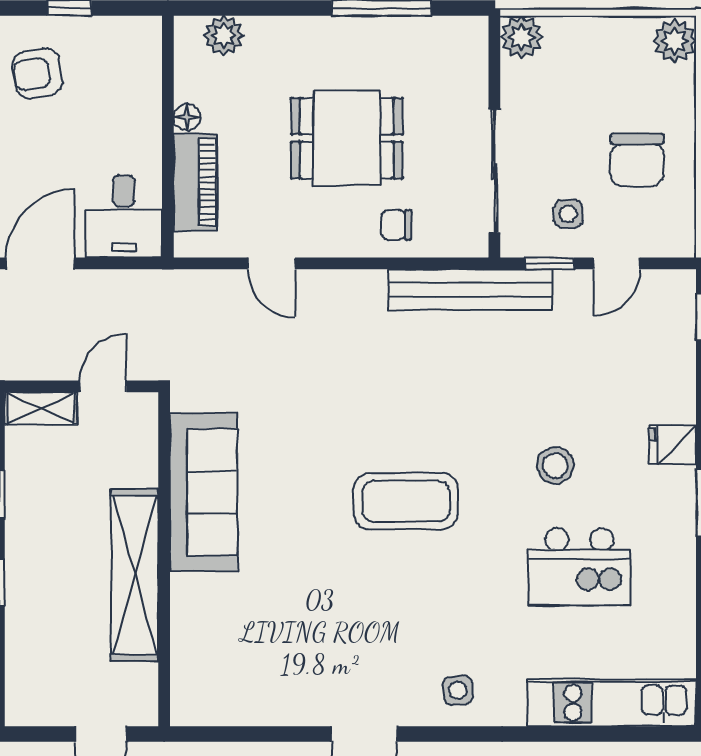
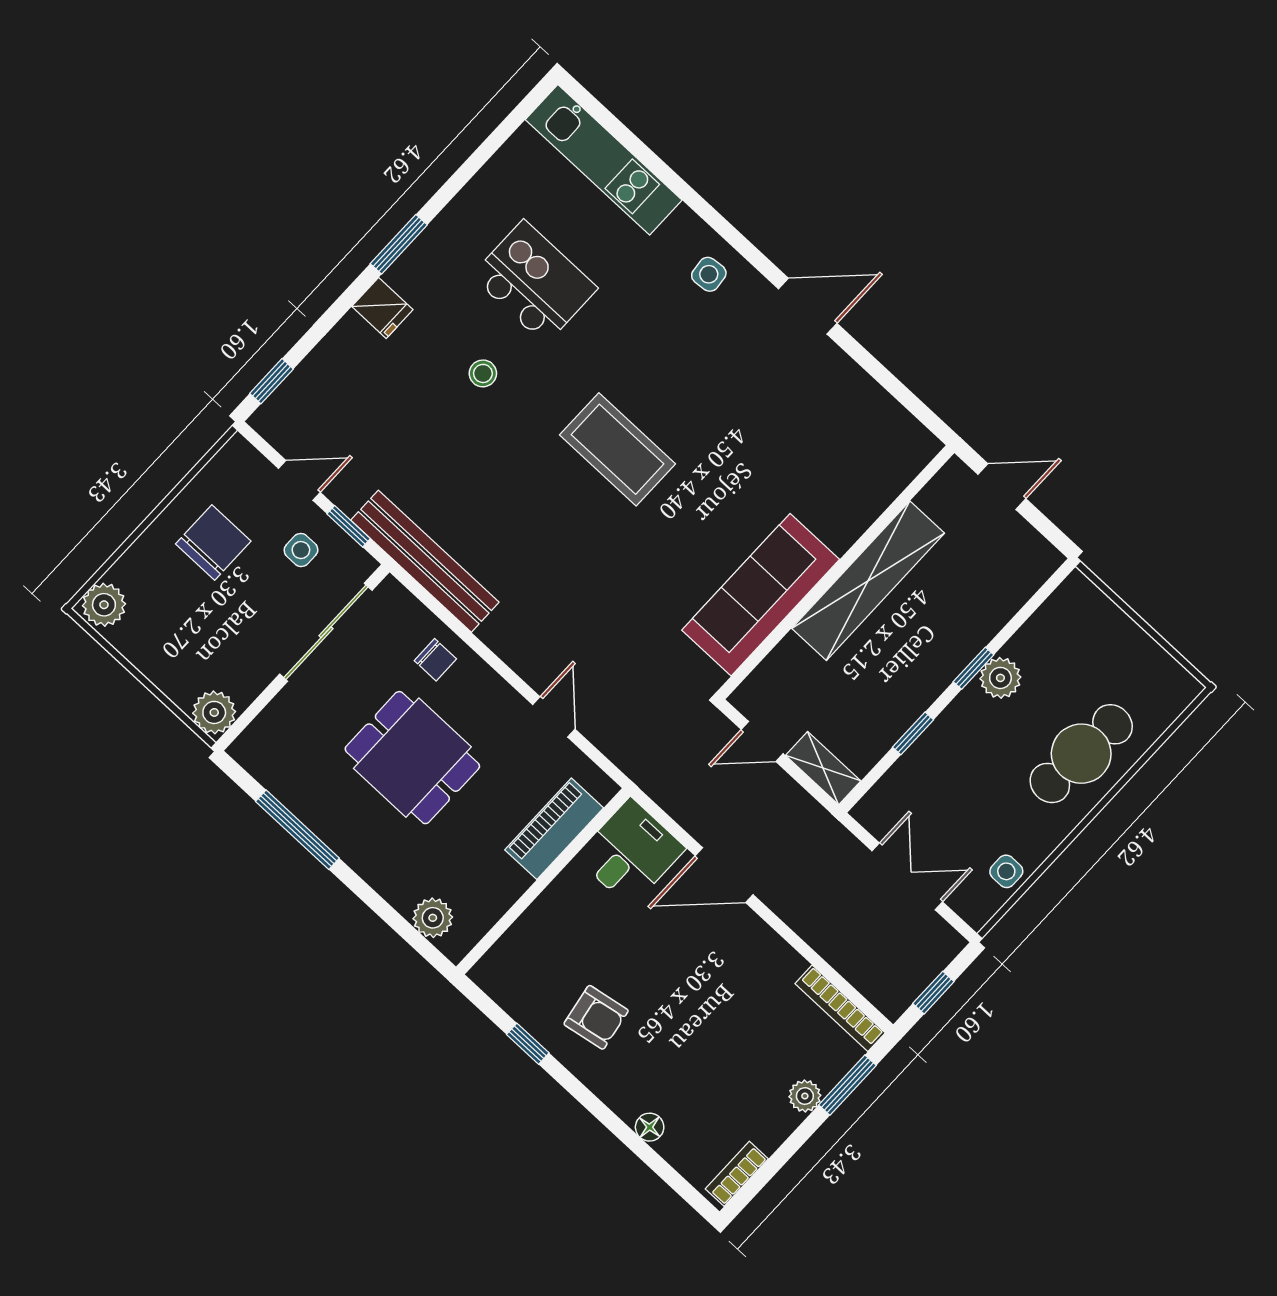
floor lamp: (187, 117) -> (516, 883), removed
stool: (555, 465) -> (483, 373), width x0.73, depth x0.73

